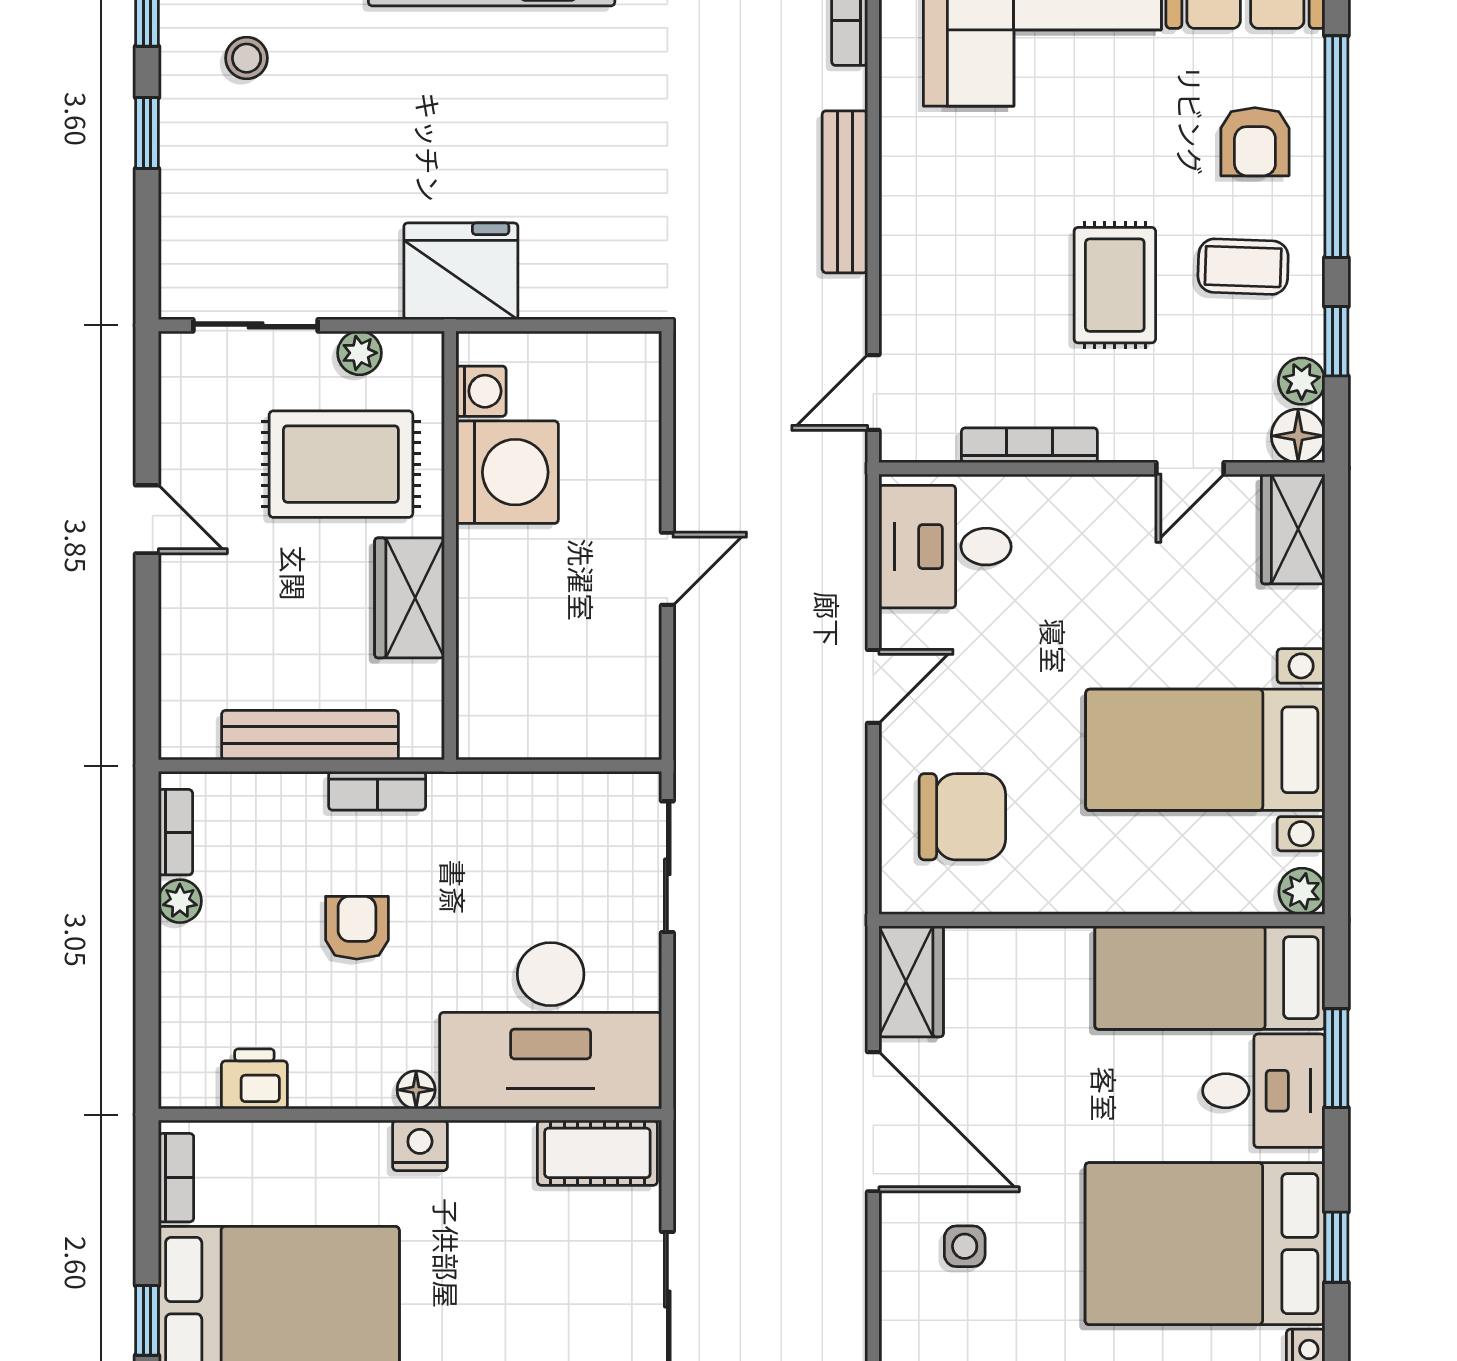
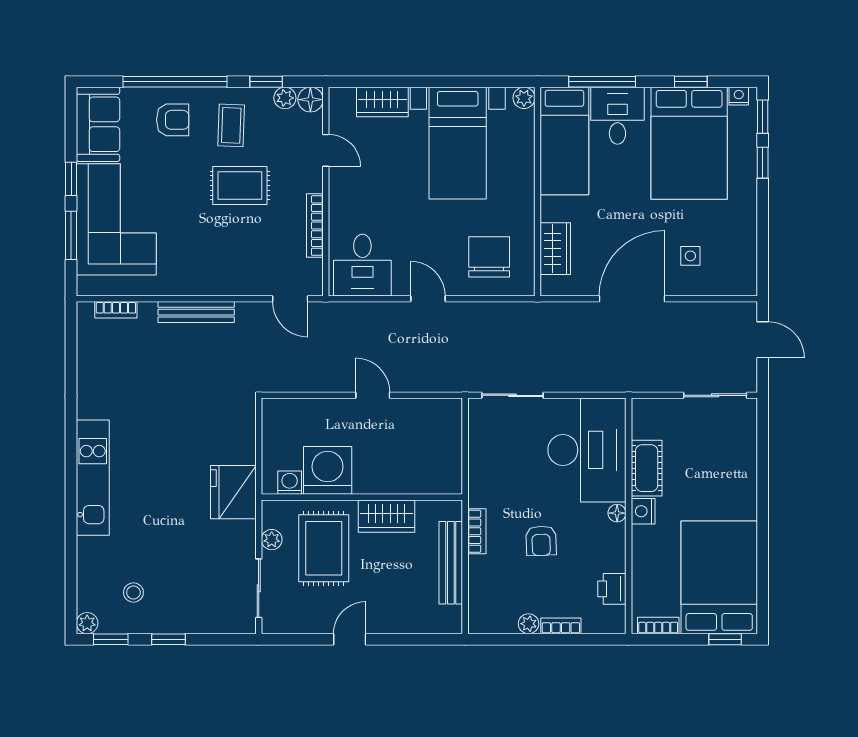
wardrobe: (1293, 529) -> (382, 102), moved
bookcase: (176, 832) -> (561, 626), moved
armchair: (357, 928) -> (541, 541), turned -92
wardrobe: (911, 981) -> (555, 249), moved, turned 90
window: (1336, 1058) -> (602, 82), width x1.44
cot: (597, 1153) -> (647, 468), moved

